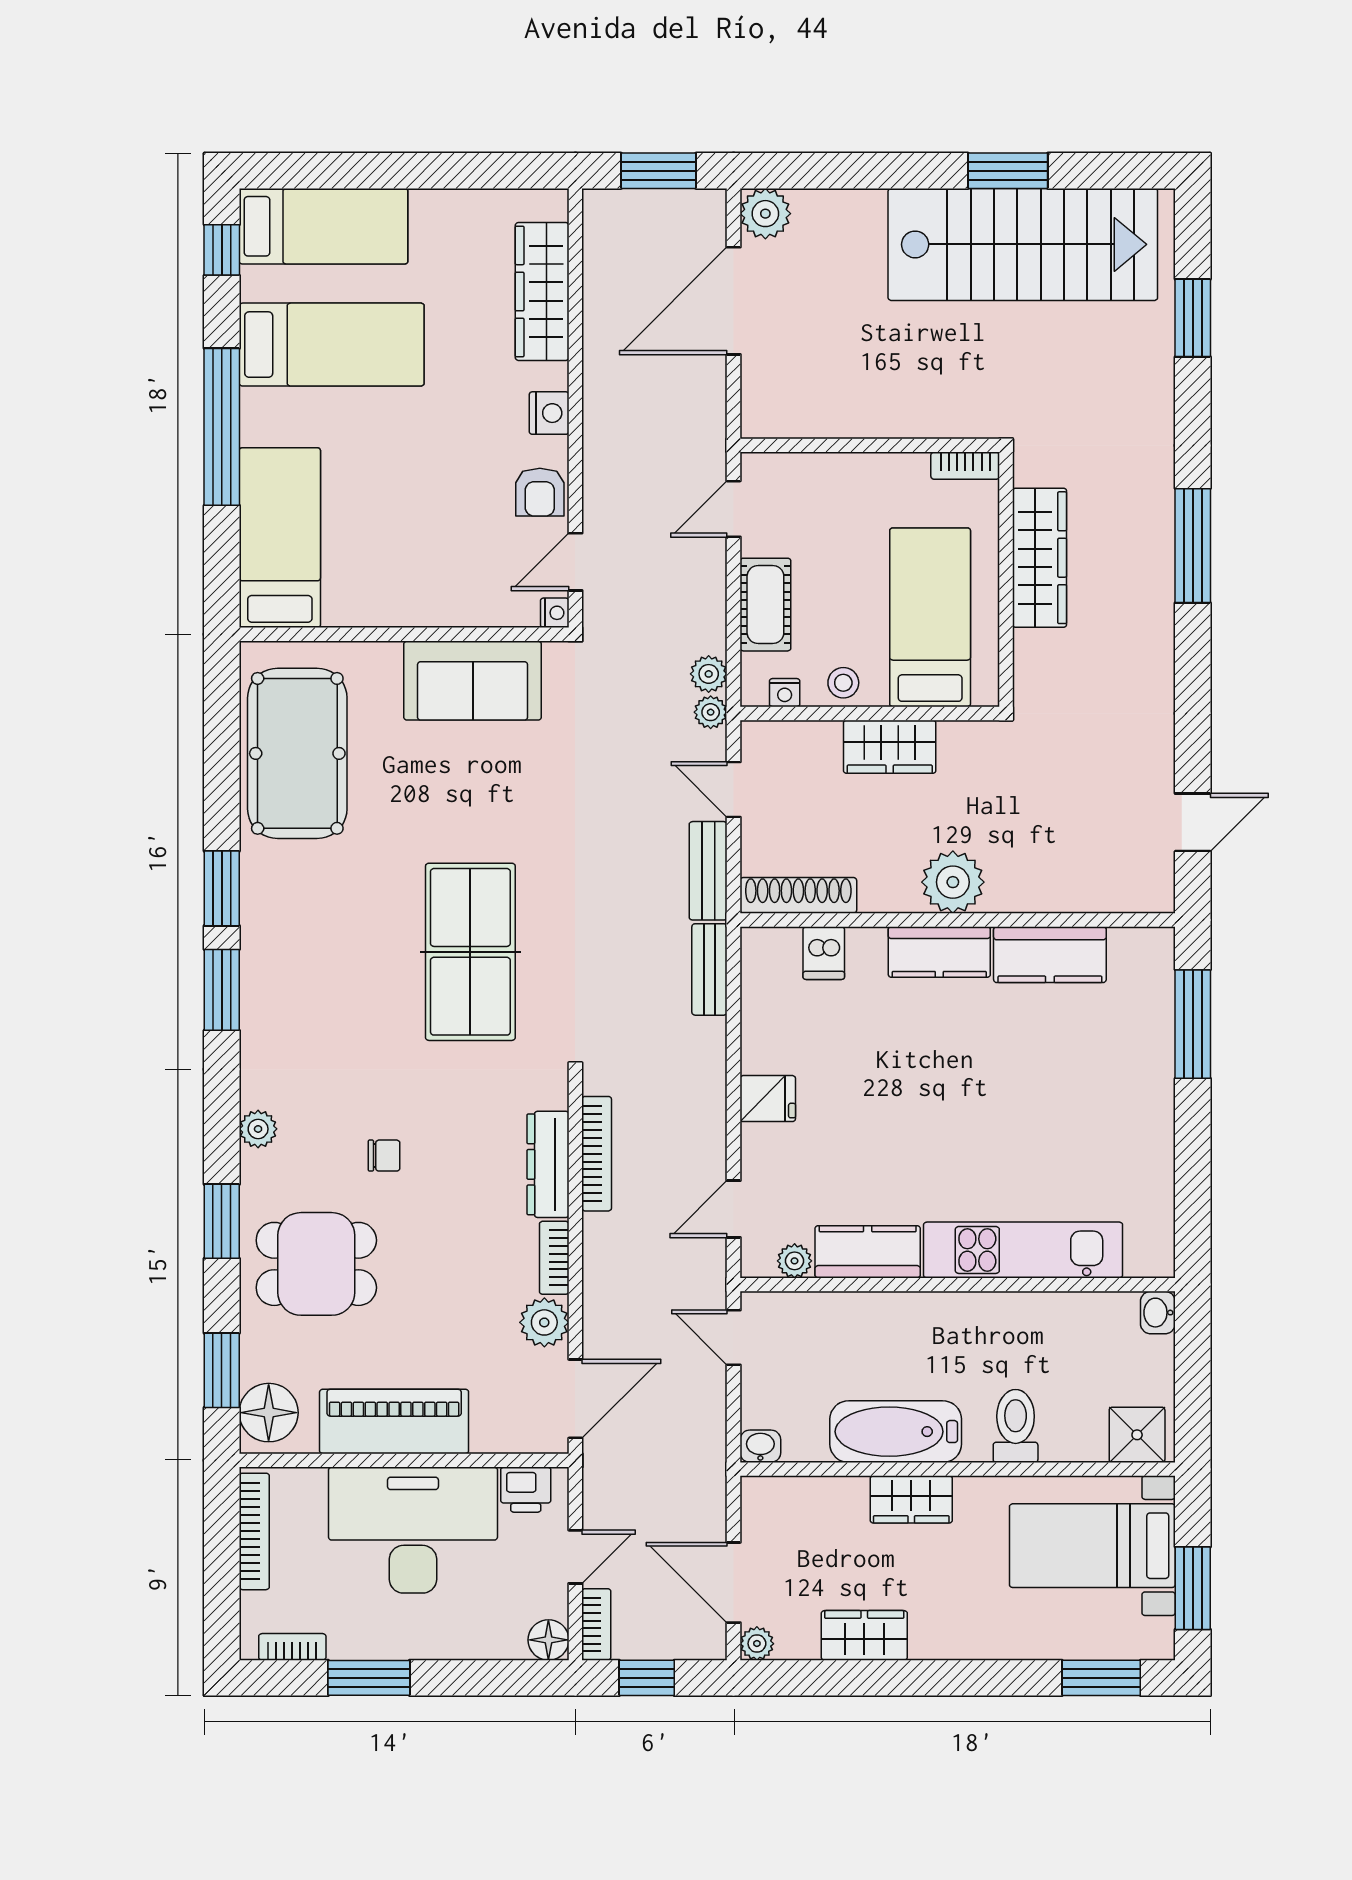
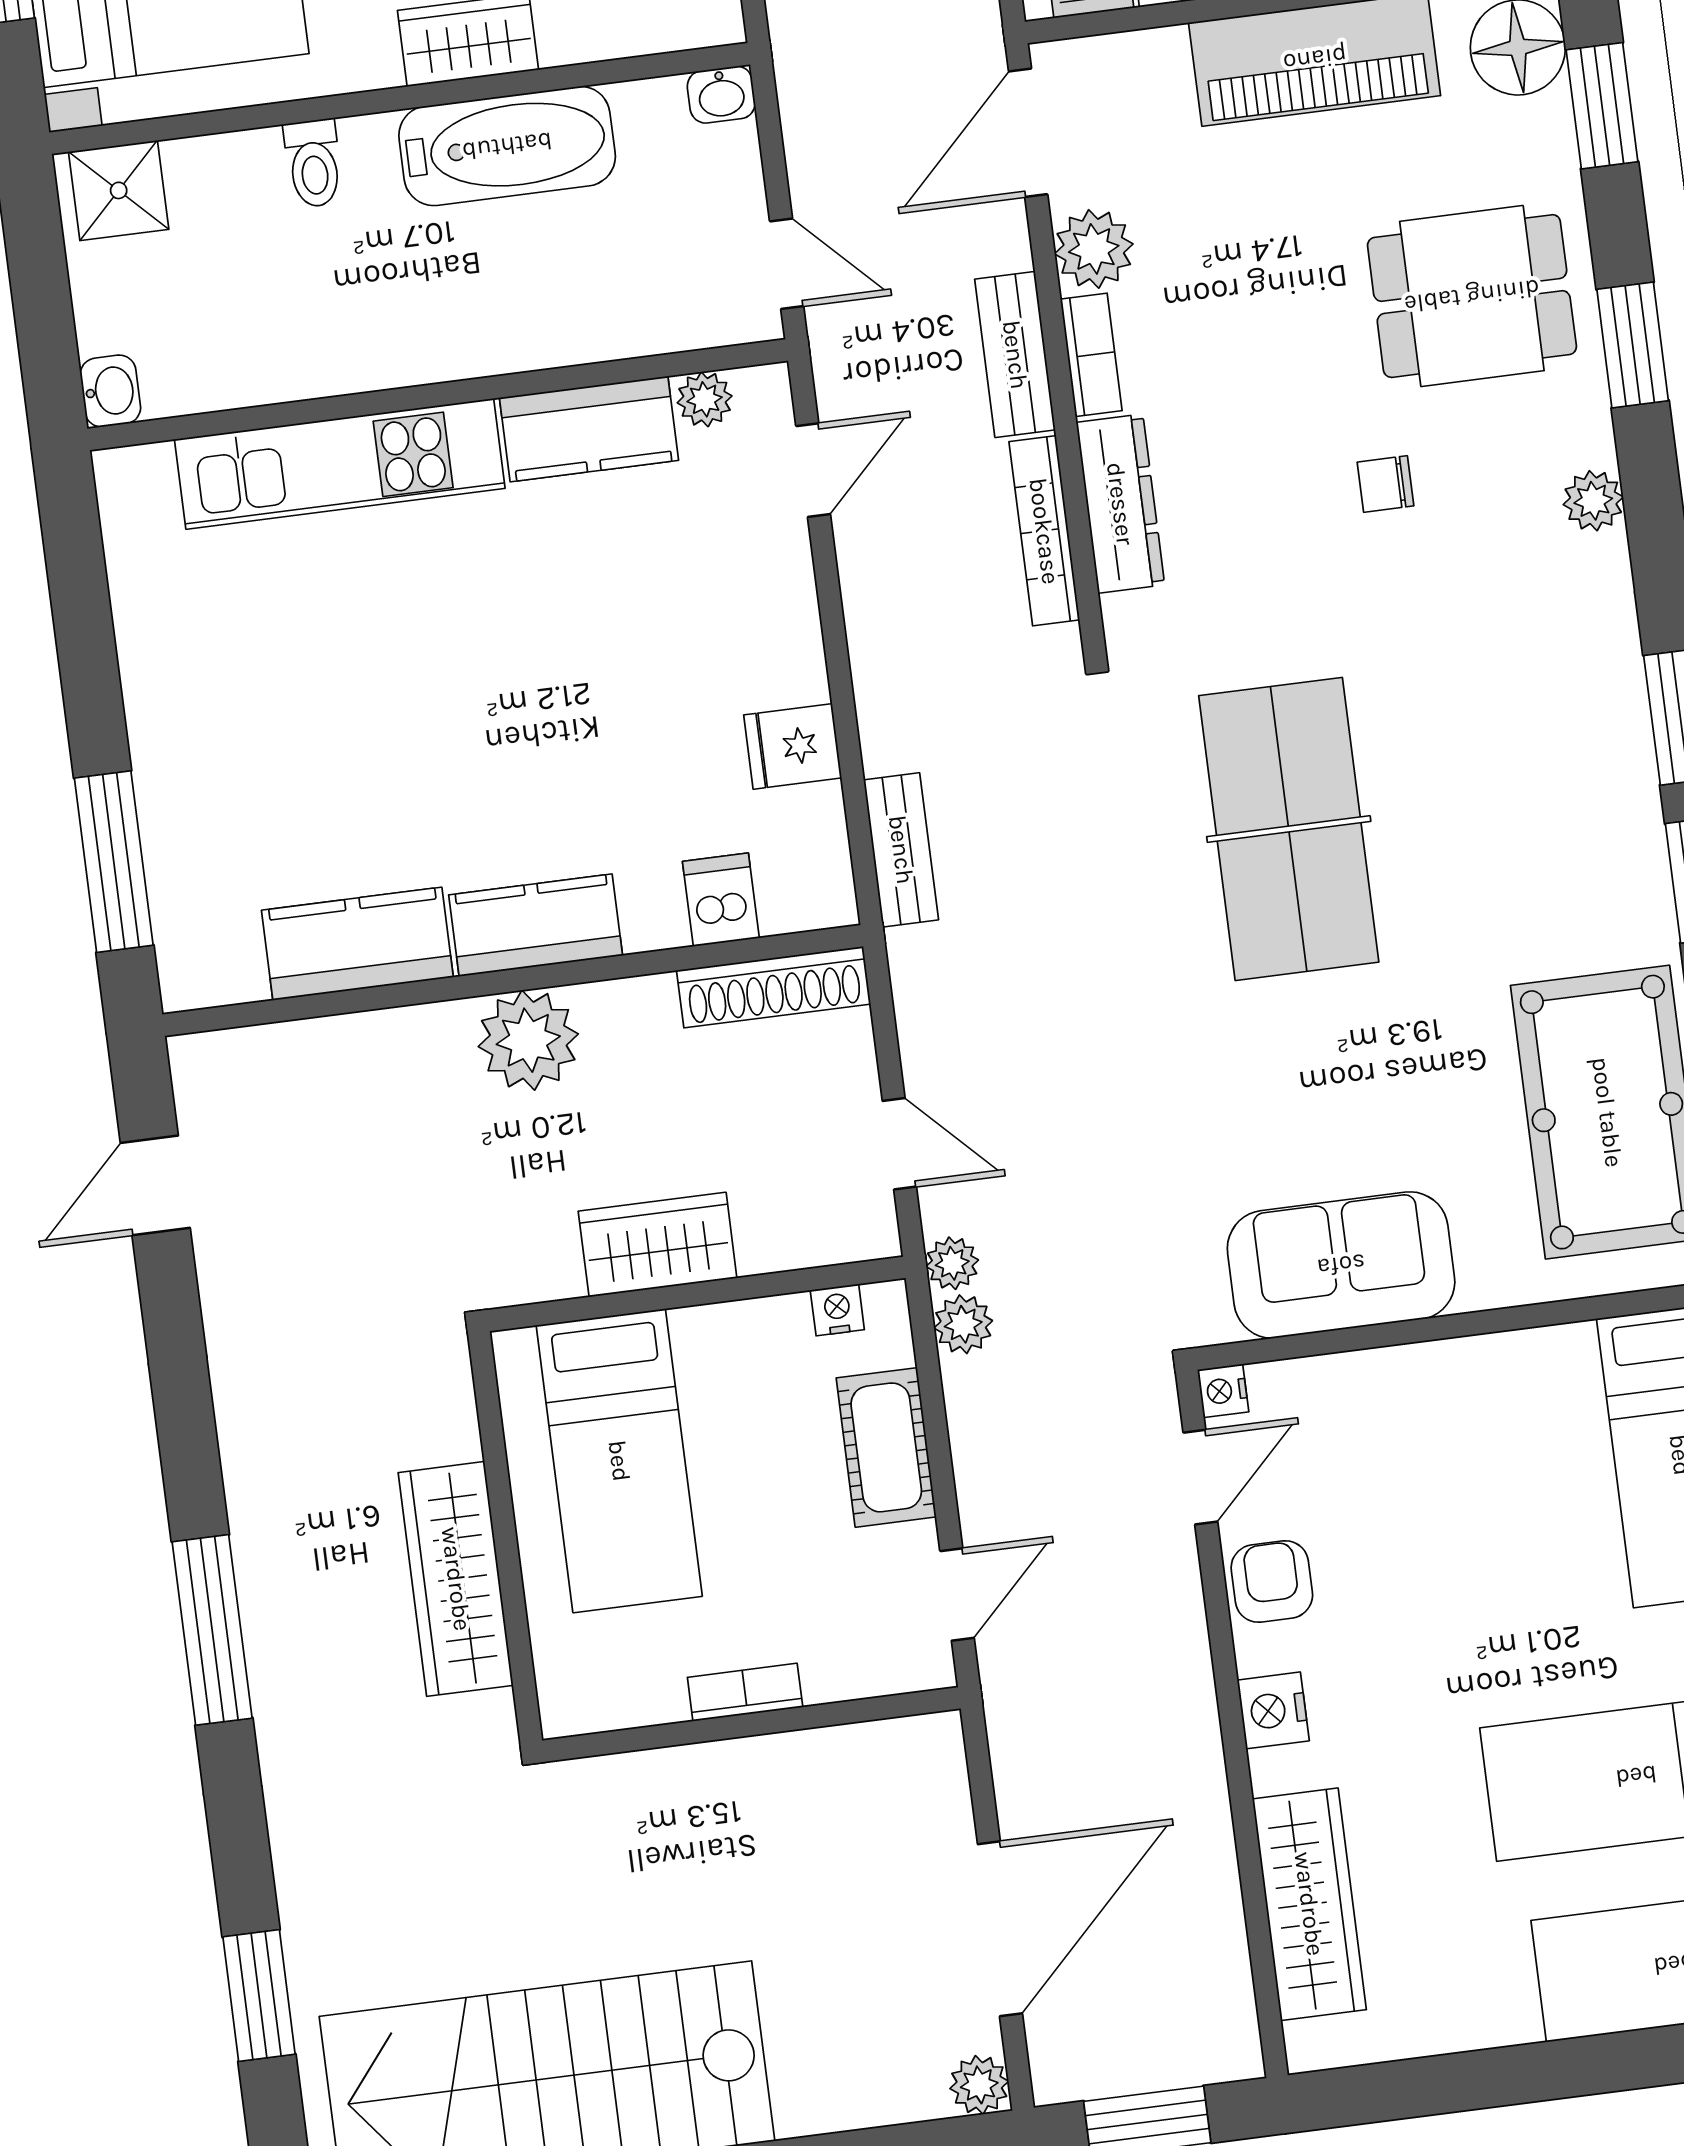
plant: (765, 214) -> (979, 2085), width x0.73, depth x0.73
bookcase: (965, 466) -> (745, 1692), moved
stool: (843, 683) -> (745, 1338), removed
bench: (708, 871) -> (1015, 355), moved
fridge: (768, 1099) -> (793, 746), moved
toilet: (1016, 1426) -> (314, 163), width x0.73, depth x0.72

